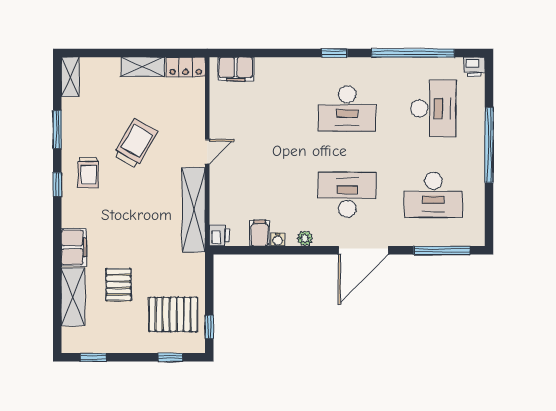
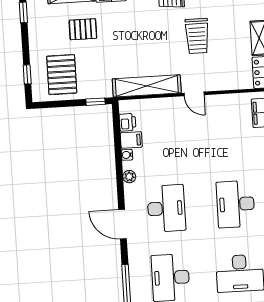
trolley: (135, 143) -> (197, 36), turned 60
printer: (219, 235) -> (127, 122), moved, turned -90
door: (364, 250) -> (123, 224), width x0.73
window: (209, 327) -> (96, 102), moved

